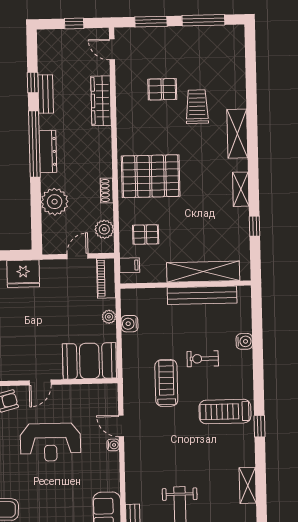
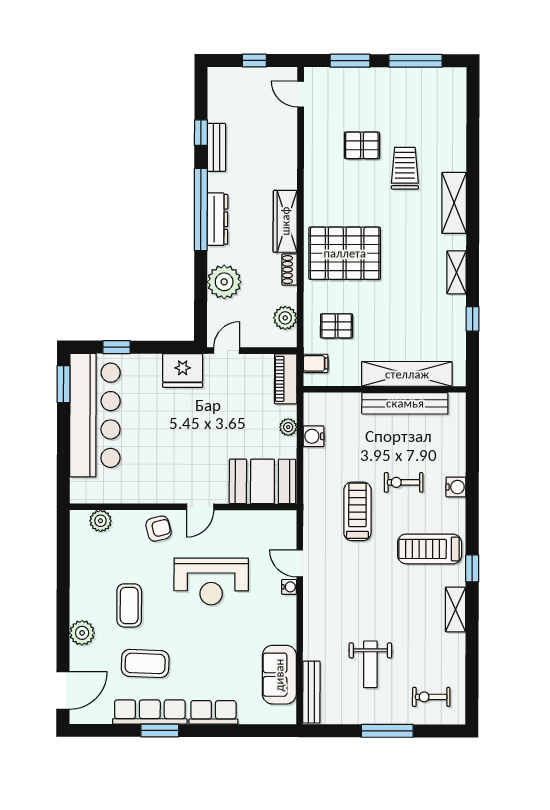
wardrobe: (101, 101) -> (285, 221), moved
door: (77, 256) -> (227, 351), moved
water cooler: (244, 341) -> (456, 487), moved
shelving: (248, 485) -> (456, 609), moved

